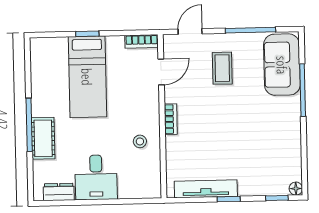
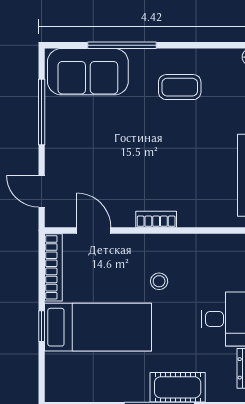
bookcase: (142, 41) -> (53, 267), width x1.56
coffee table: (222, 68) -> (180, 87), moved
stool: (140, 141) -> (159, 281), moved

